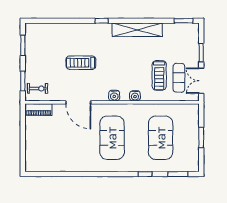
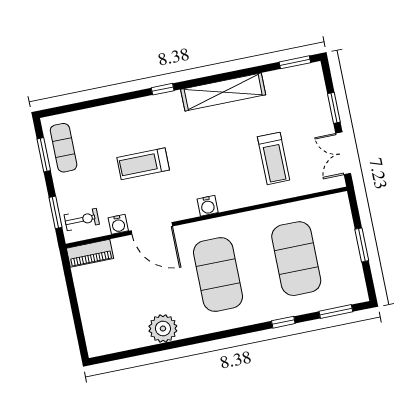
exercise mat: (179, 78) -> (64, 148), moved
water cooler: (135, 96) -> (118, 224), moved
plant: (73, 163) -> (163, 329), added

